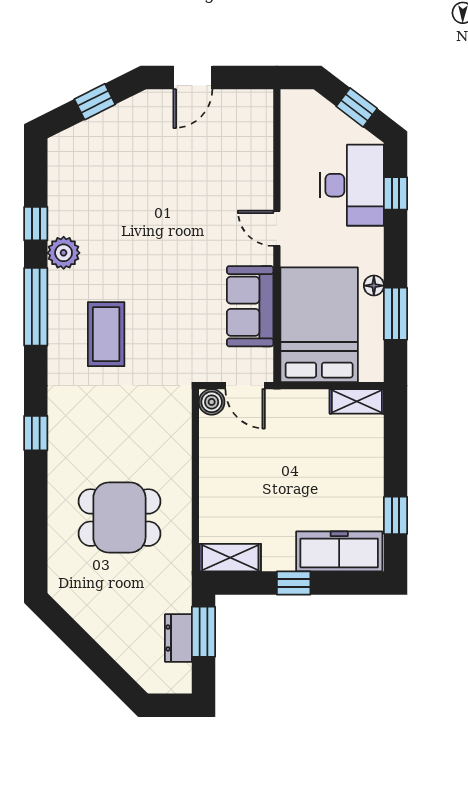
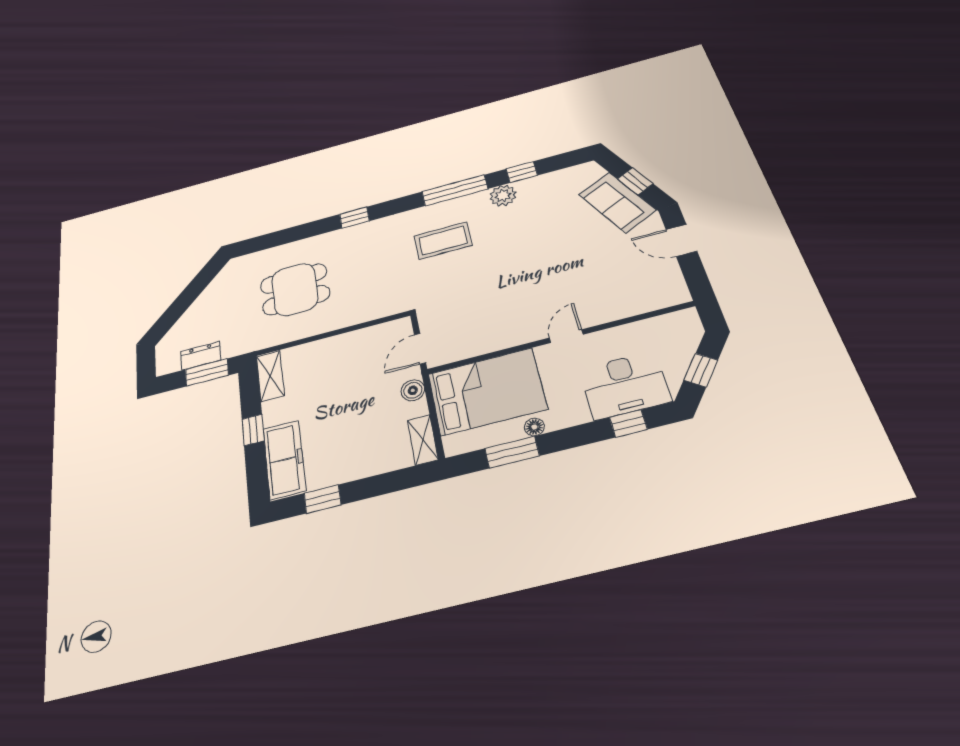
sofa: (250, 306) -> (617, 202), moved, turned -117
boiler: (212, 402) -> (413, 390), moved
dining table: (119, 518) -> (295, 289), turned 90

